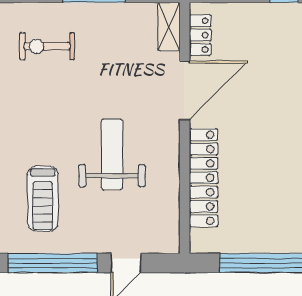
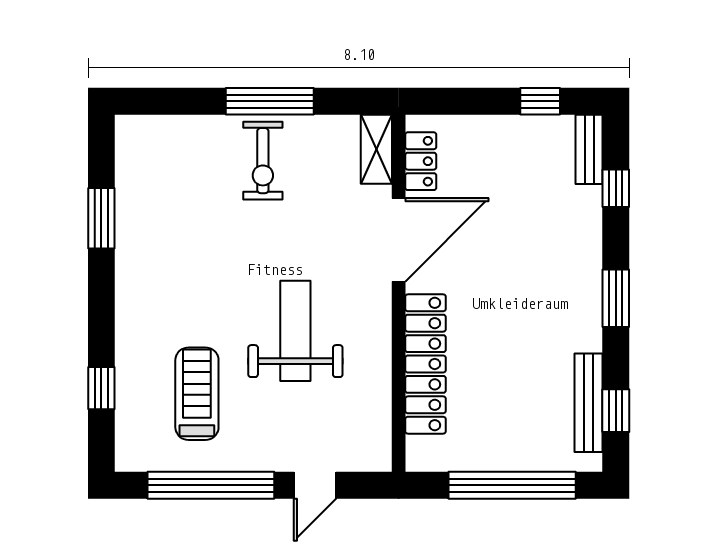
exercise bike: (47, 46) -> (263, 161), moved, turned -90
treadmill: (43, 199) -> (197, 394), turned 180

